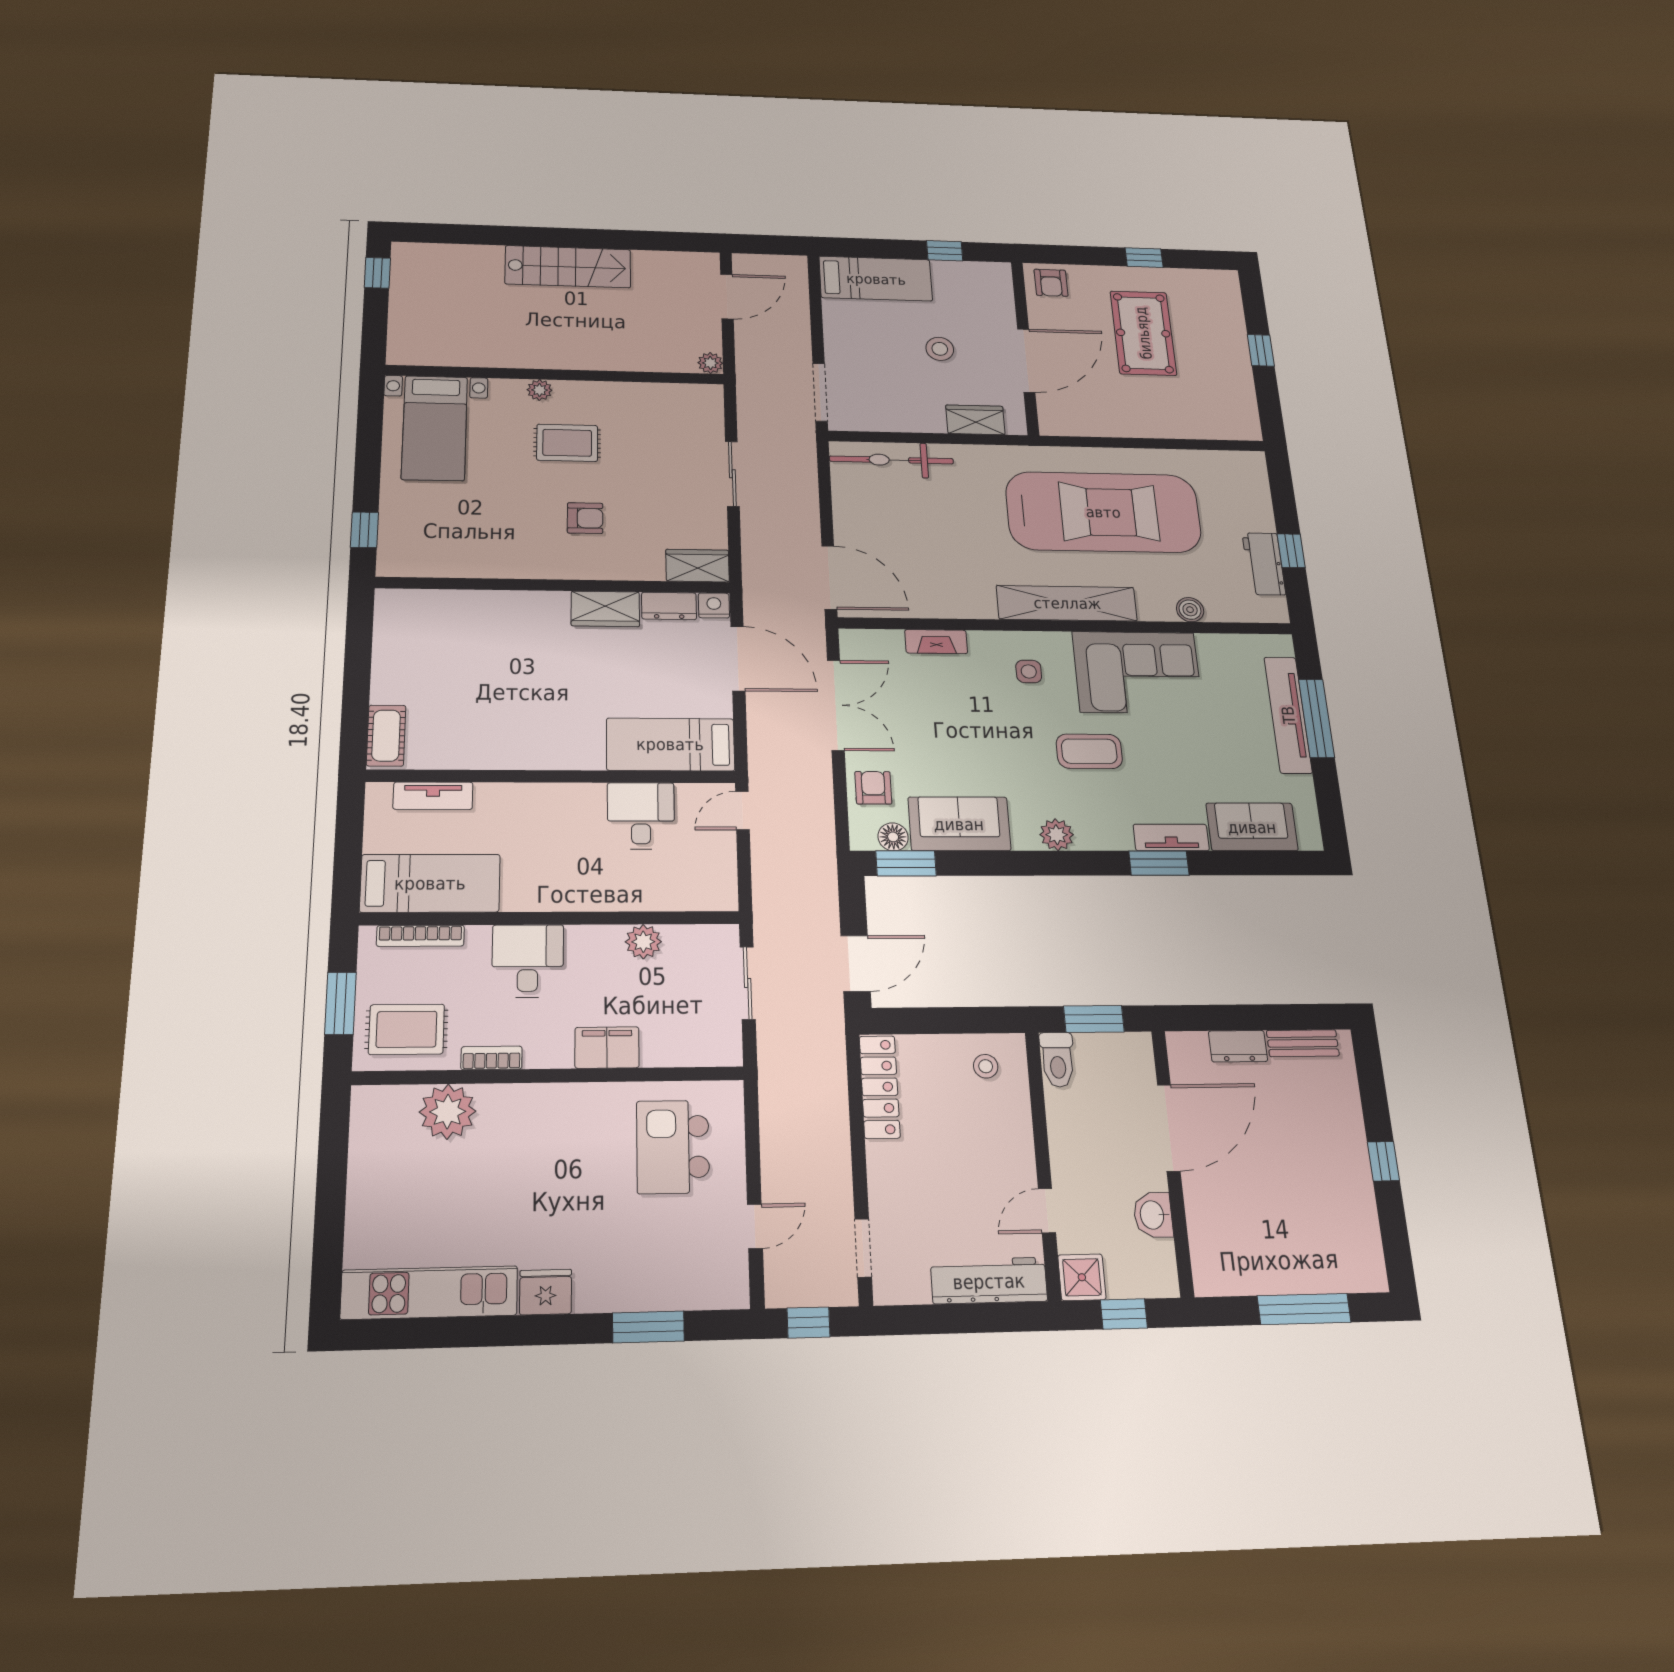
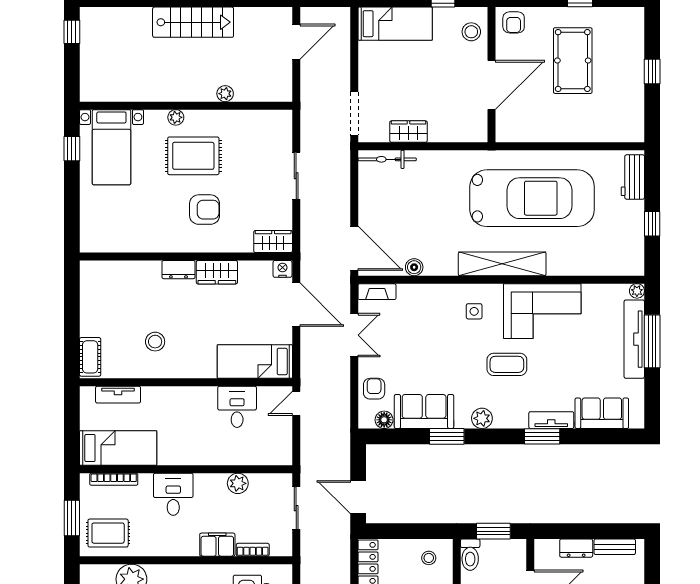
stool: (940, 349) -> (471, 32), moved
plant: (710, 363) -> (225, 94), moved
wardrobe: (975, 420) -> (408, 132), moved
rug: (567, 443) -> (193, 156), width x1.36, depth x1.43
bicycle: (891, 460) -> (387, 159), width x0.73, depth x0.71
armchair: (585, 518) -> (205, 210), width x1.38, depth x1.38
window: (364, 530) -> (72, 149), moved
workbench: (1264, 564) -> (633, 177), moved
dresser: (669, 606) -> (178, 270), moved
boiler: (1190, 610) -> (414, 267), moved
fireplace: (936, 642) -> (377, 292), moved
plant: (1282, 645) -> (637, 291), added
double door: (836, 705) -> (354, 335), width x0.73
stool: (500, 713) -> (155, 342), added
window: (906, 863) -> (447, 436), moved
door: (856, 963) -> (358, 497), swing flipped
bookcase: (491, 1058) -> (253, 550), moved

